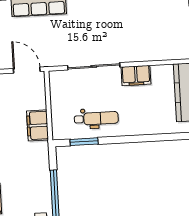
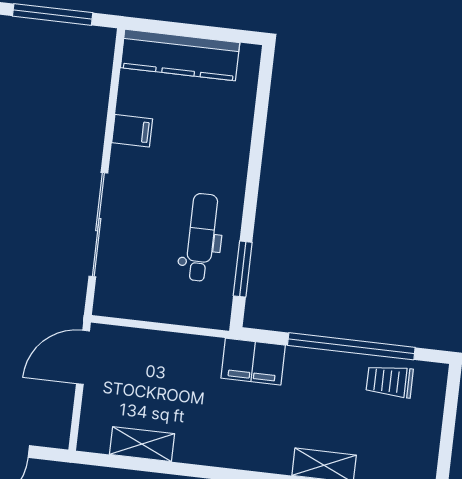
filing cabinet: (136, 75) -> (132, 131), width x0.50
filing cabinet: (38, 125) -> (253, 362), moved

